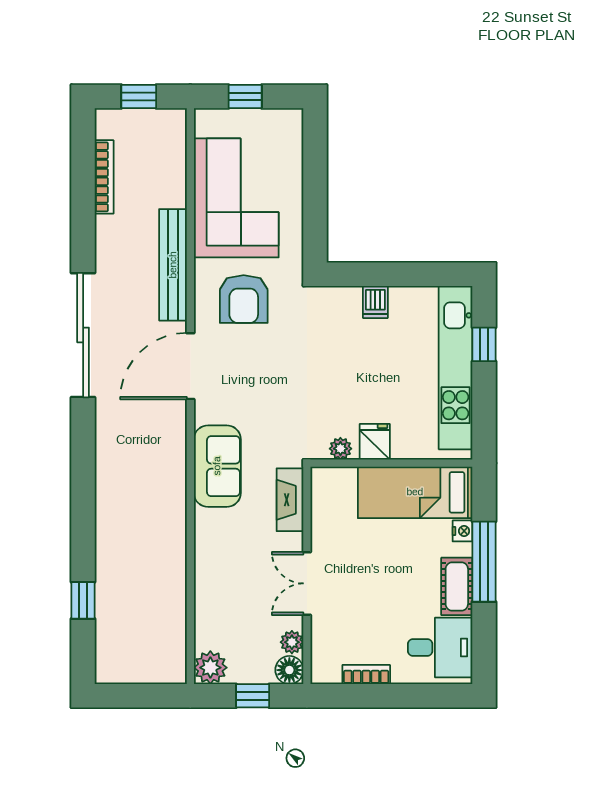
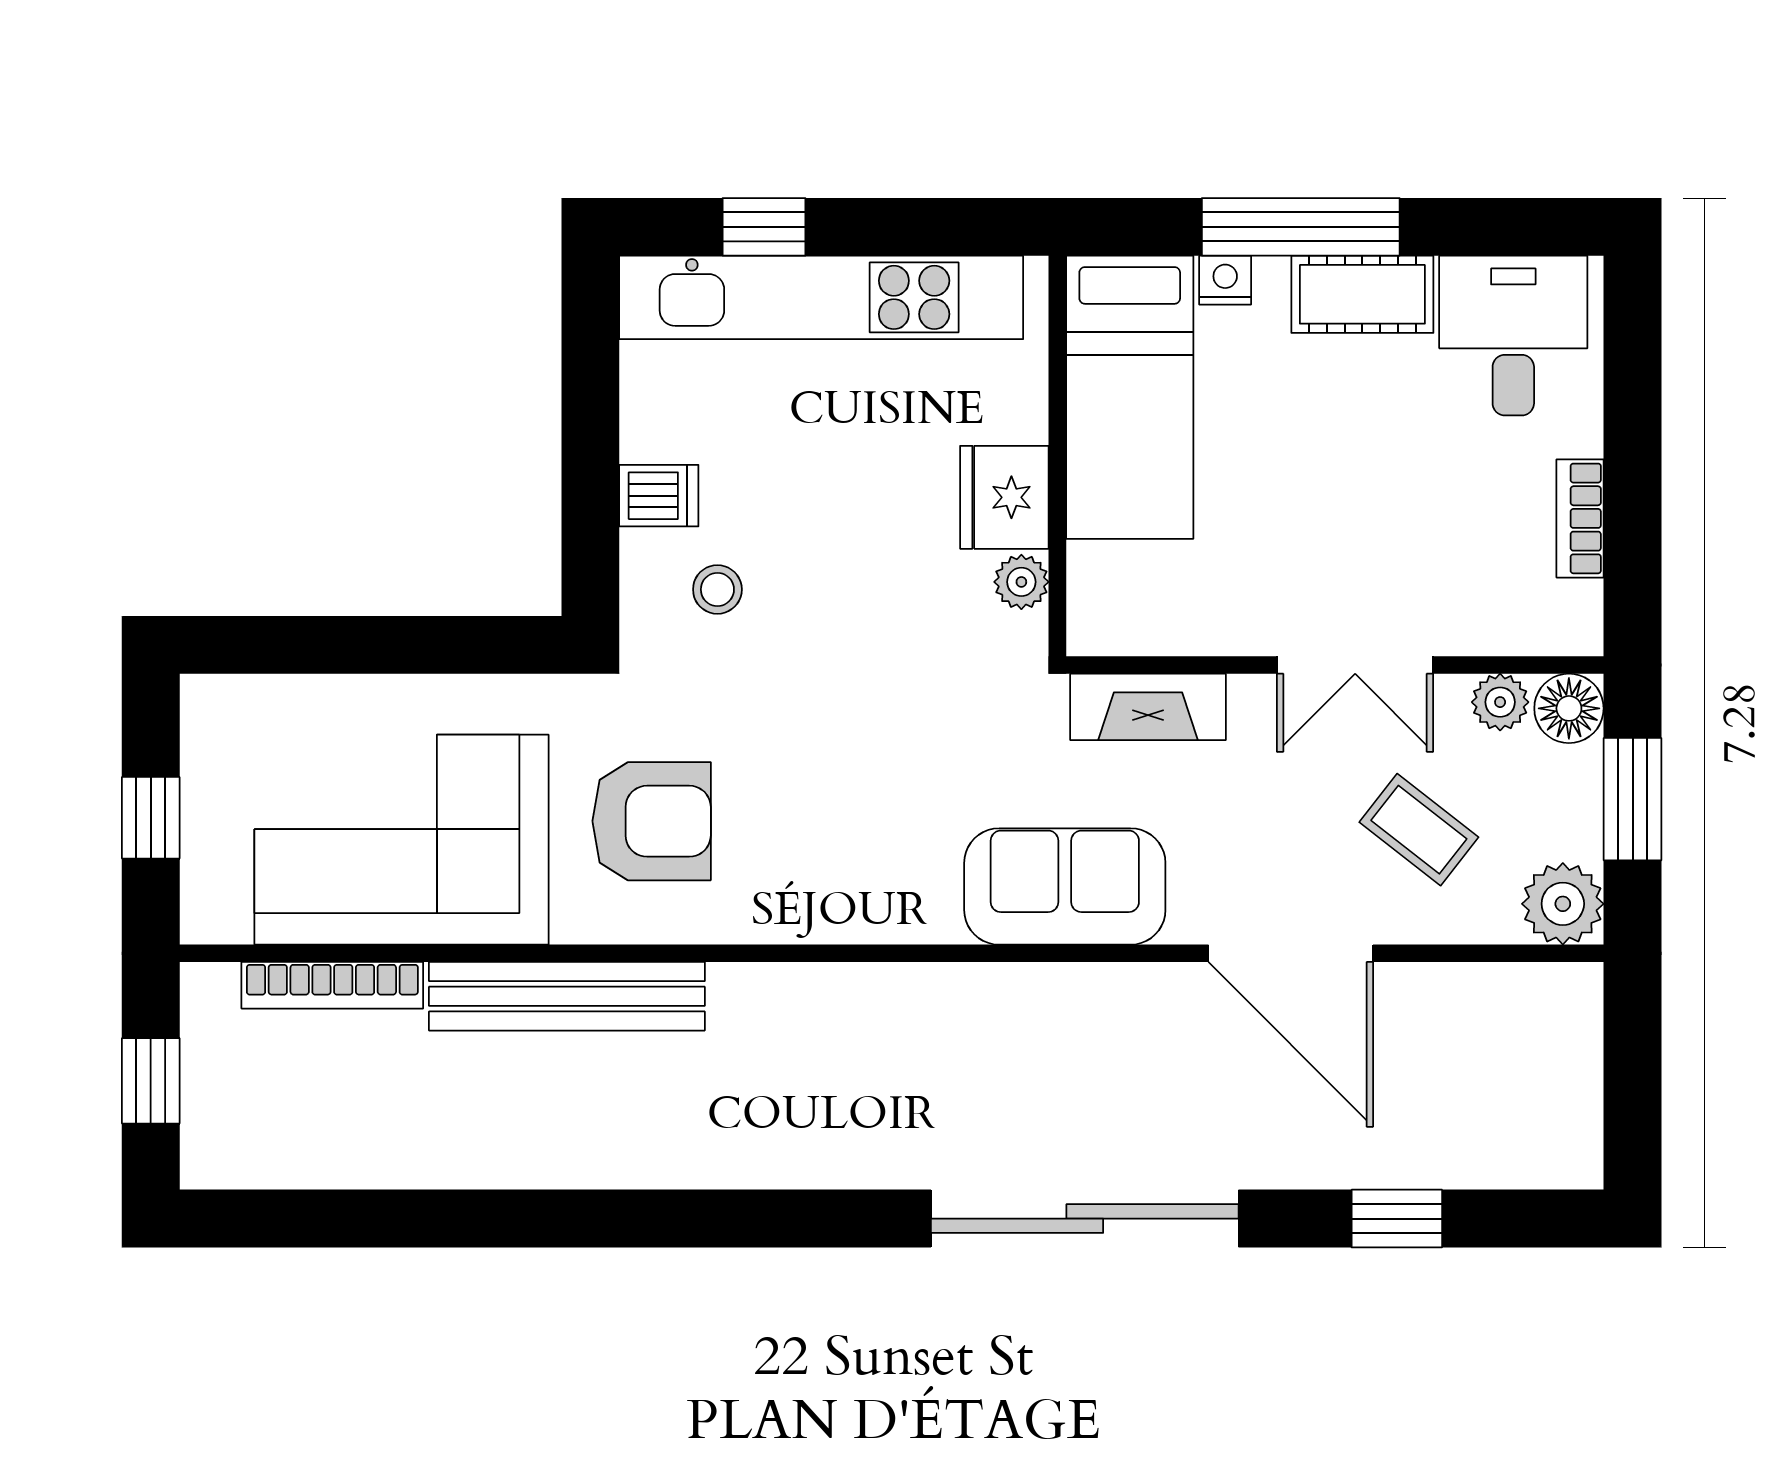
bookcase: (104, 177) -> (332, 985), moved, turned 180
stool: (337, 326) -> (717, 589), added
sliding door: (83, 335) -> (1085, 1219), moved
door: (190, 366) -> (1291, 953), moved
fridge: (375, 442) -> (1004, 497), width x1.38
coffee table: (240, 609) -> (1419, 830), added
window: (253, 696) -> (1633, 799), width x1.50

